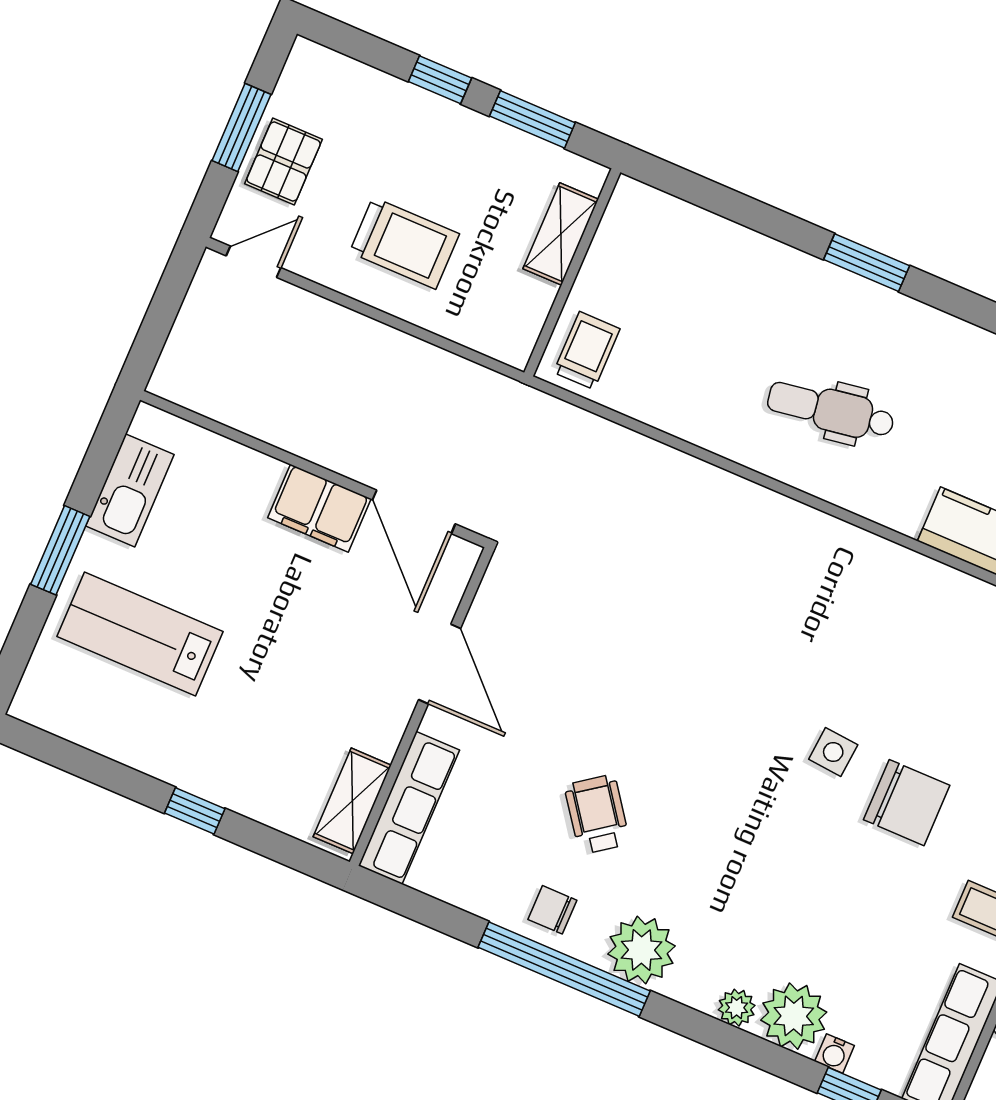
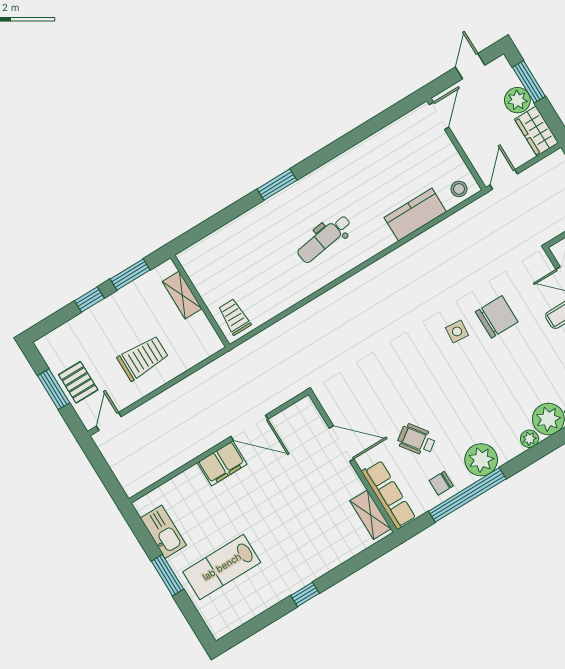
door: (440, 664) -> (341, 443), moved
wall: (421, 707) -> (353, 462), moved
shelving: (352, 801) -> (370, 515), moved
row of seats: (409, 808) -> (389, 495), moved

